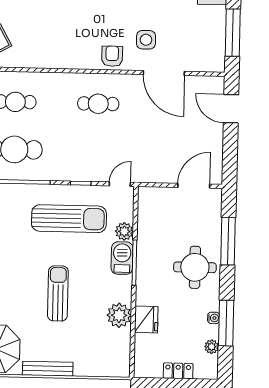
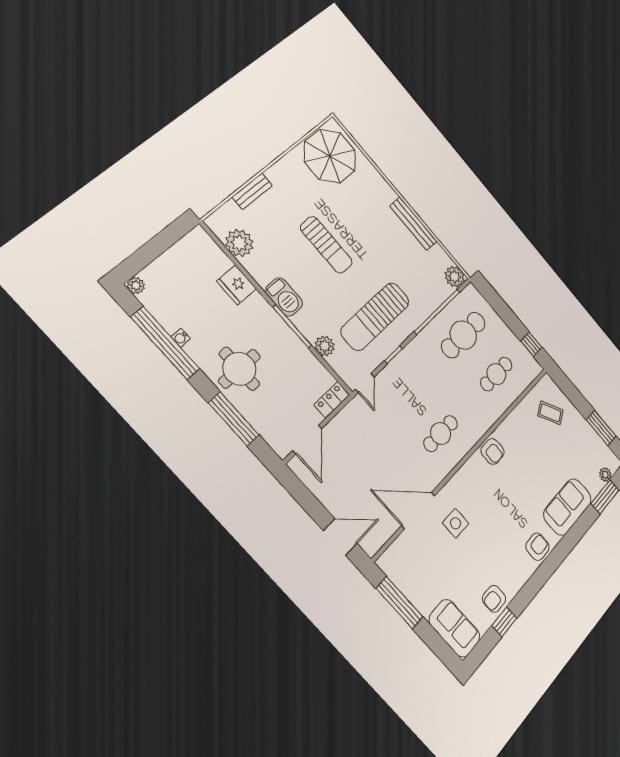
armchair: (112, 56) -> (493, 451), moved
barbecue: (122, 258) -> (284, 297), moved
plant: (119, 315) -> (239, 243), moved
window: (226, 323) -> (165, 343), width x1.46
plant: (212, 347) -> (136, 286), moved
bench: (48, 369) -> (252, 191), moved, width x0.73
locker: (178, 371) -> (332, 400), moved, turned 180

